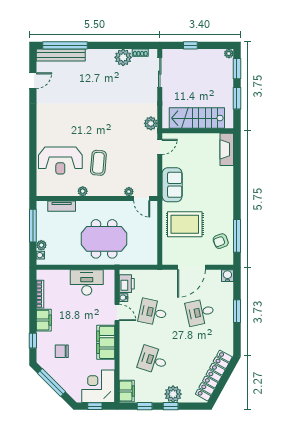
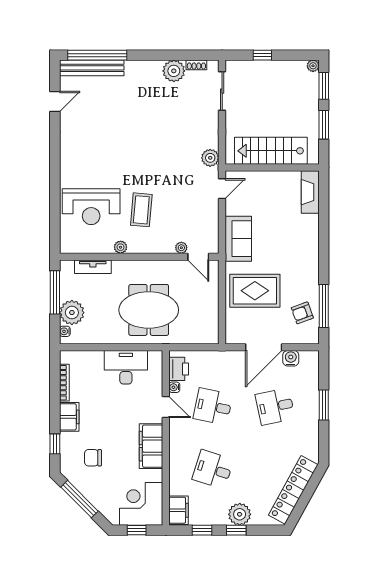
plant: (41, 245) -> (72, 313), width x1.87, depth x1.87
water cooler: (227, 276) -> (291, 358), moved

